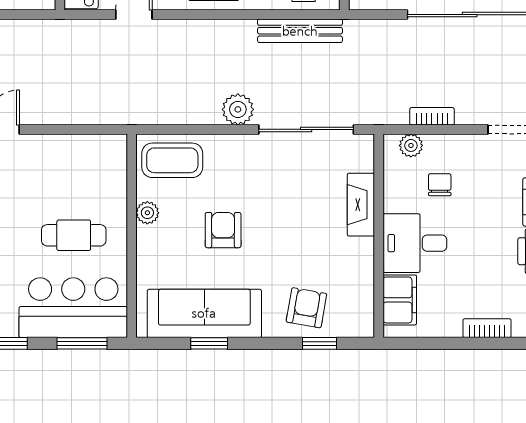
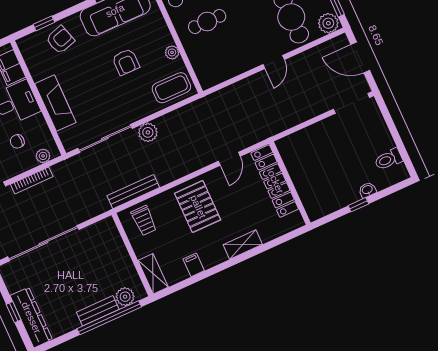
bookcase: (432, 116) -> (32, 180), width x1.56
chair: (440, 185) -> (17, 141), turned 90
fireplace: (361, 205) -> (55, 103), width x1.37, depth x1.32
armchair: (306, 308) -> (60, 40), turned -117

